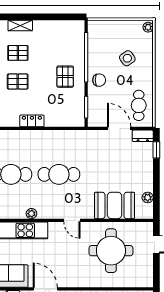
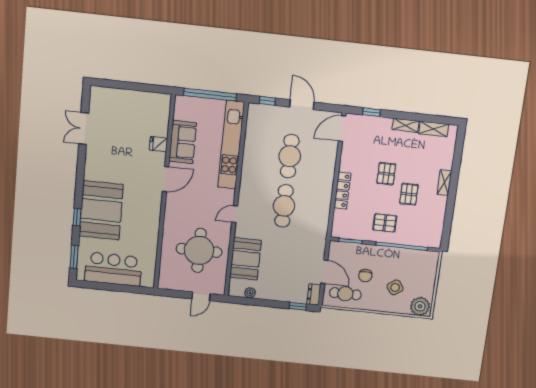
plant: (148, 27) -> (420, 306), width x1.88, depth x1.88
pallet: (18, 53) -> (409, 194), moved
chair: (99, 80) -> (365, 276), moved
locker: (32, 121) -> (342, 191), width x1.53
door: (119, 128) -> (324, 272), hinge flipped
plant: (31, 214) -> (246, 173), removed

